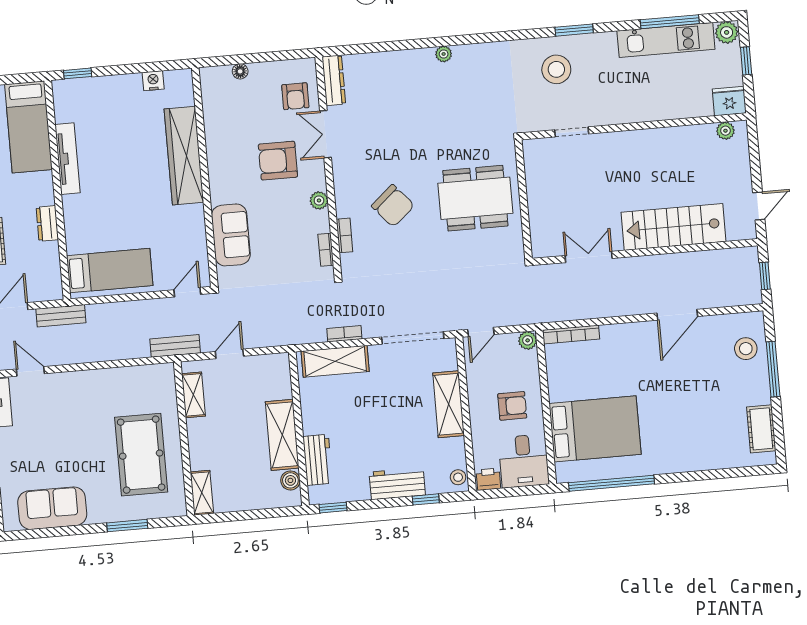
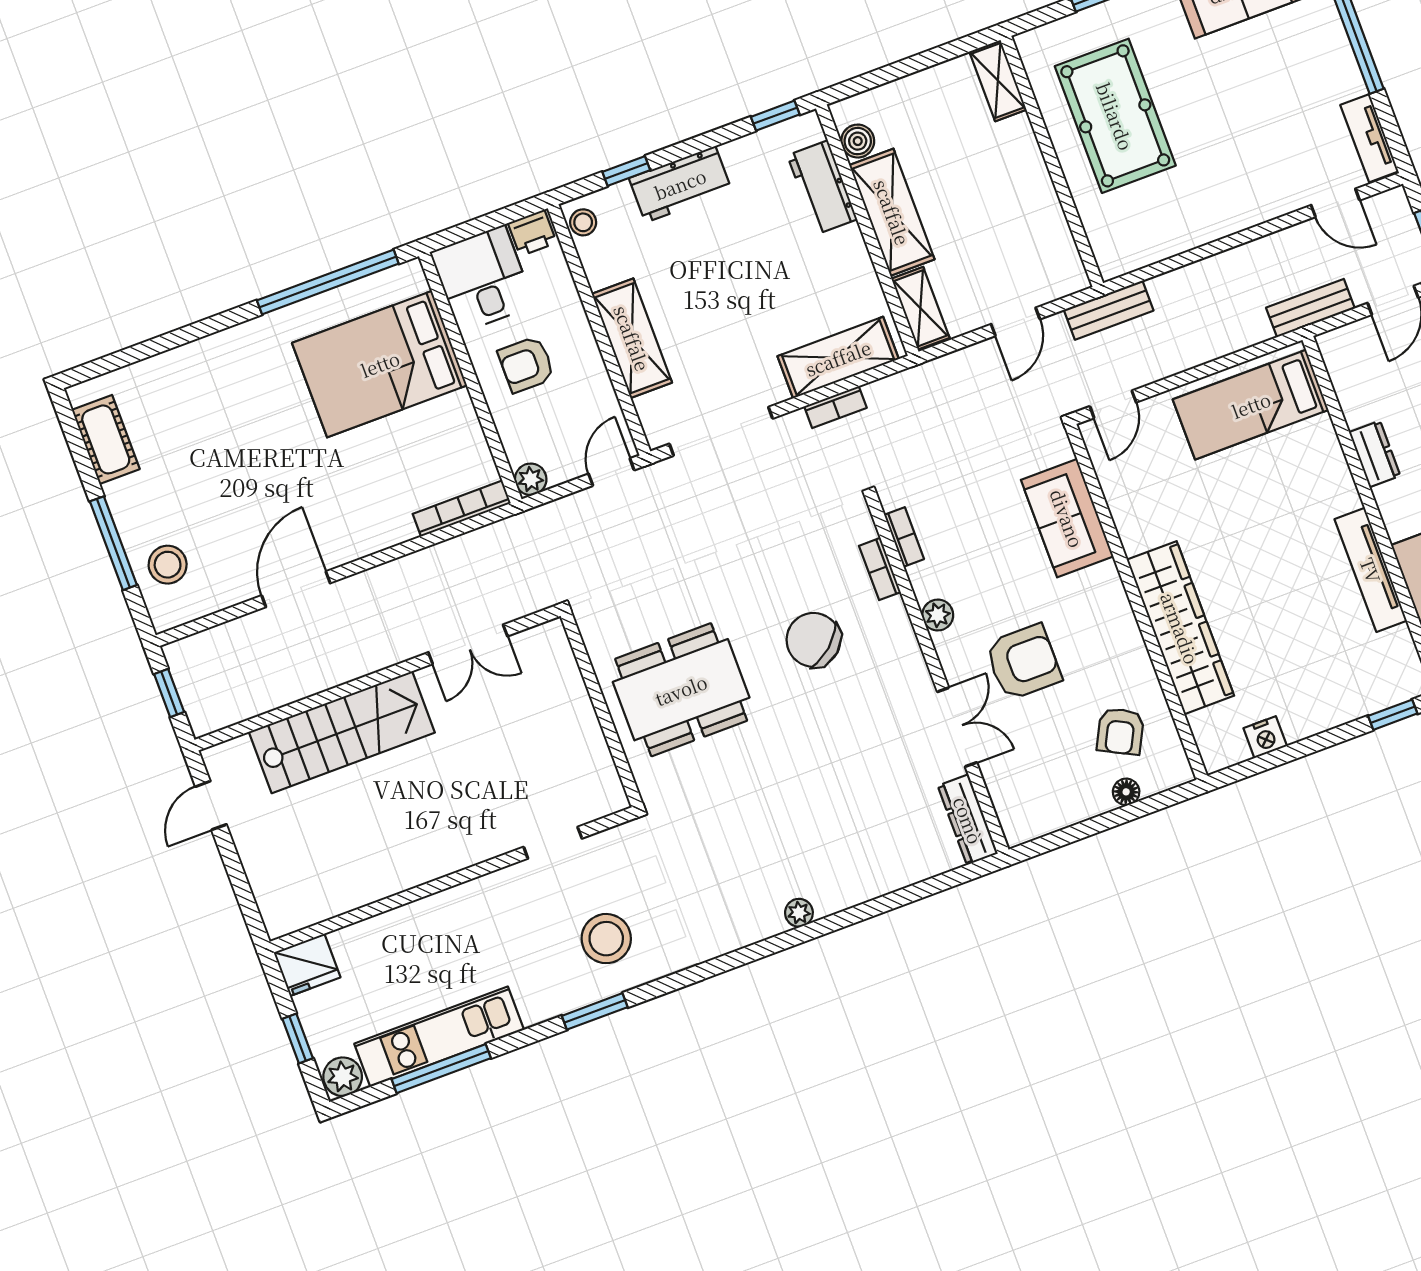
armchair: (295, 96) -> (1120, 731), moved, turned -153
plant: (725, 131) -> (300, 914), removed
shelving: (193, 395) -> (920, 308), moved

